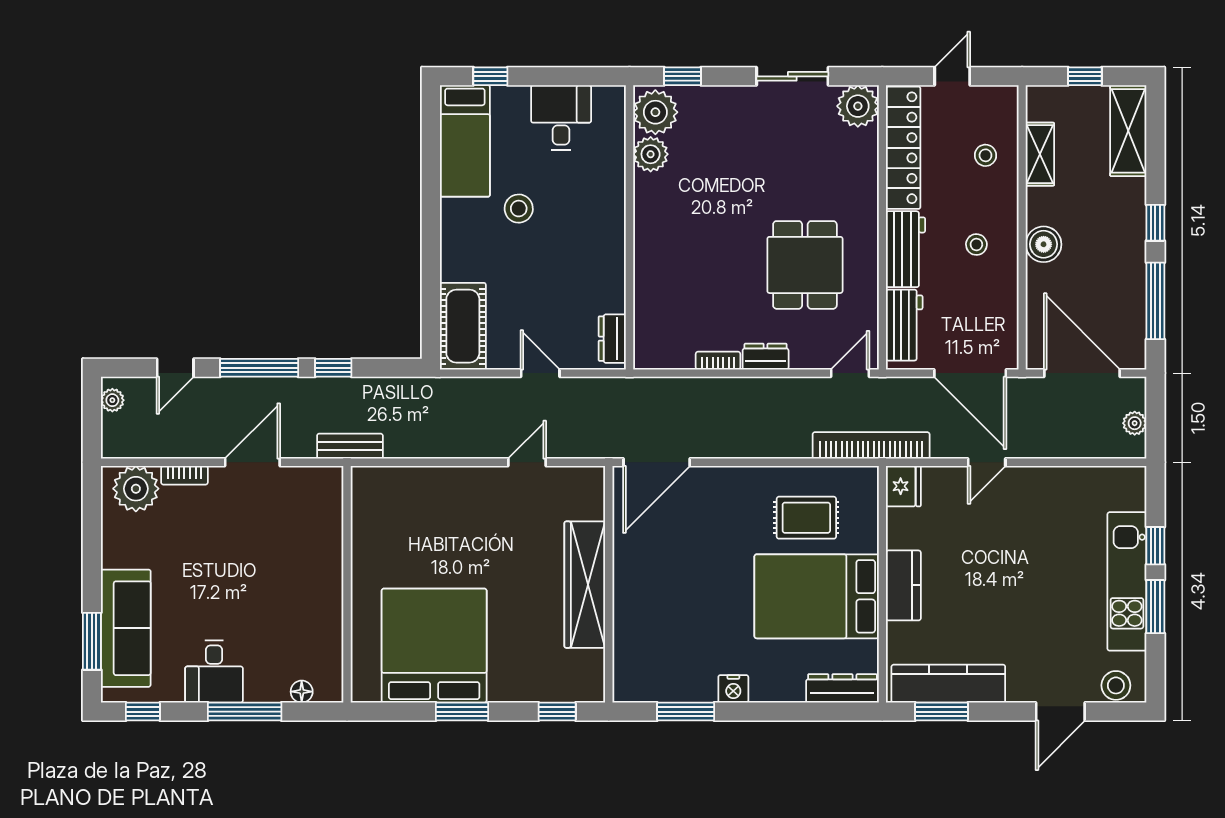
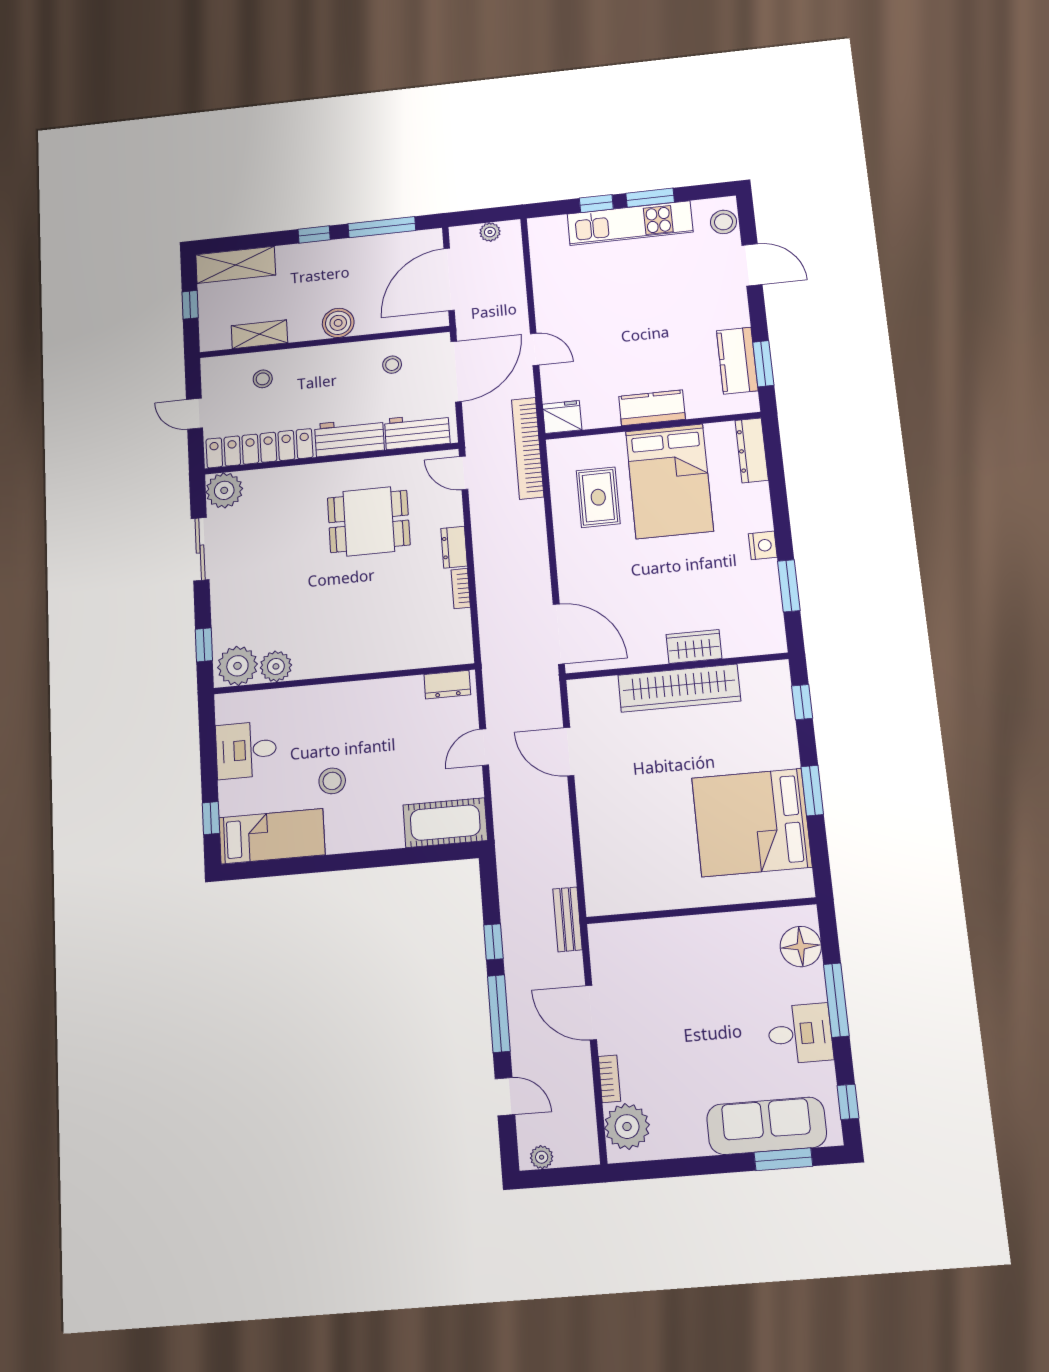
stool: (976, 245) -> (392, 365), moved
door: (527, 462) -> (569, 752), width x1.37
wardrobe: (629, 605) -> (694, 646), added
kitchen counter: (948, 684) -> (737, 361), width x0.67
floor lamp: (302, 692) -> (801, 946), width x1.89, depth x1.89

